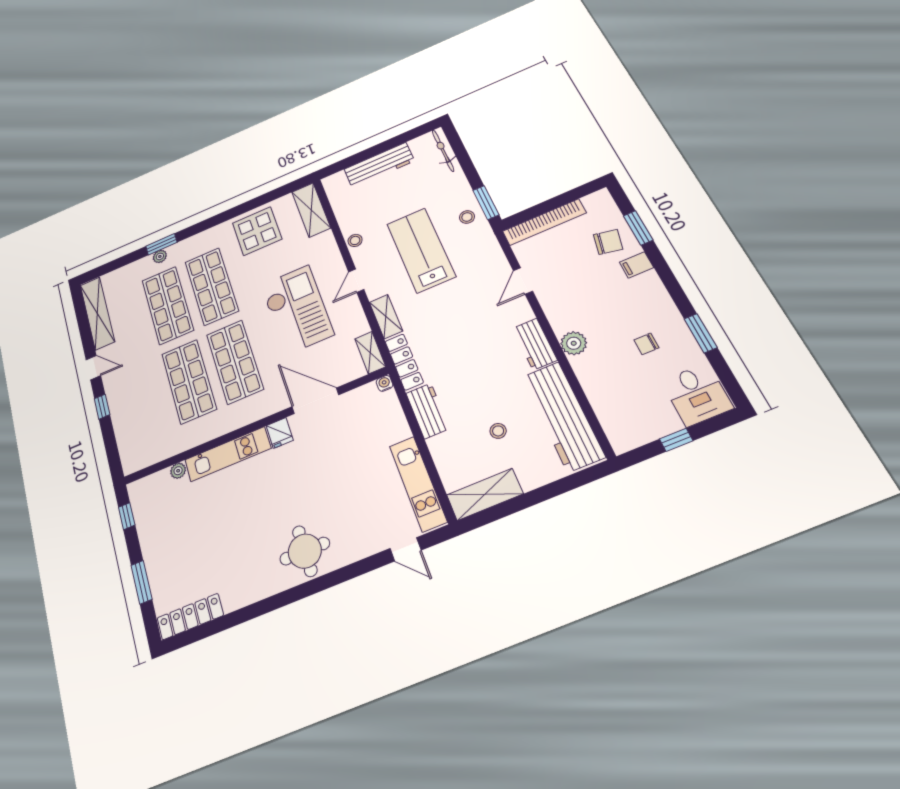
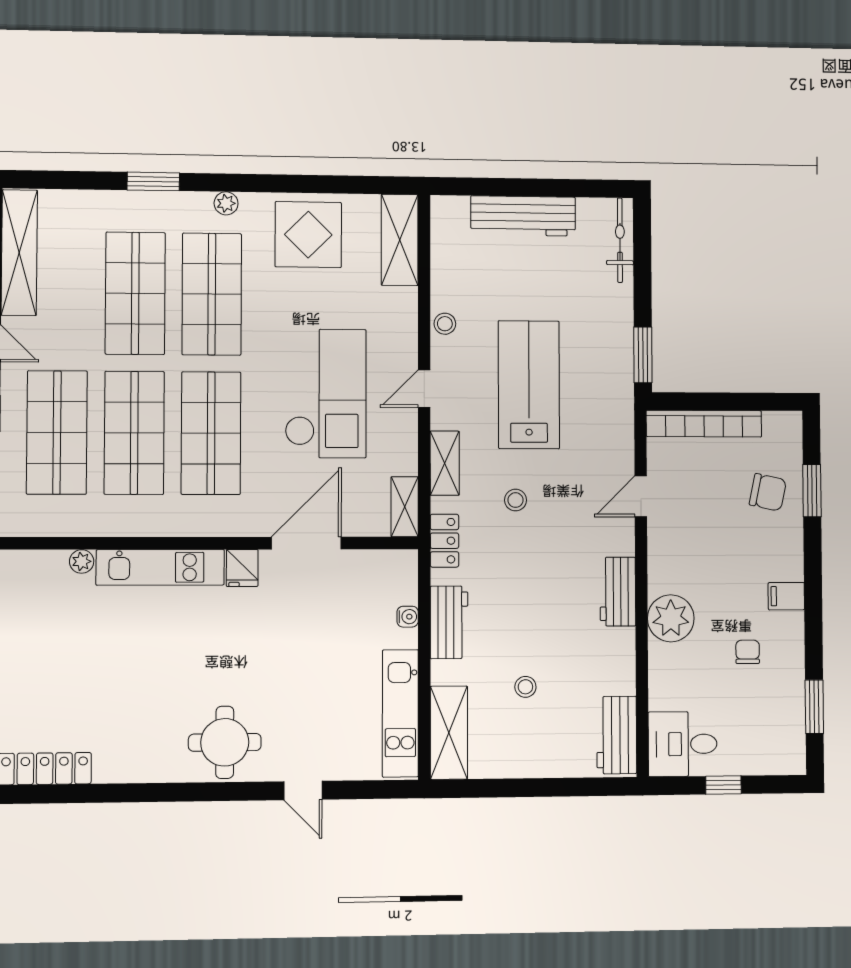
stool: (467, 217) -> (516, 500), moved
plant: (160, 256) -> (226, 203), moved
filing cabinet: (636, 265) -> (786, 596), moved
window: (700, 333) -> (814, 707), moved
plant: (574, 343) -> (671, 618), width x1.36, depth x1.36
chair: (646, 344) -> (748, 652), turned 90
locker: (404, 362) -> (444, 541), width x0.66
water cooler: (385, 383) -> (408, 617), moved, turned 90
desk: (697, 394) -> (683, 744), moved, turned 90
shop shelf: (143, 401) -> (57, 432), added
door: (315, 401) -> (306, 543), hinge flipped
workbench: (563, 416) -> (617, 735), width x0.53, depth x0.76
shelving: (485, 494) -> (449, 733), moved, turned 90
door: (406, 549) -> (303, 791), moved

